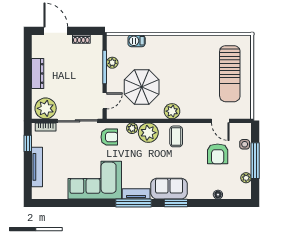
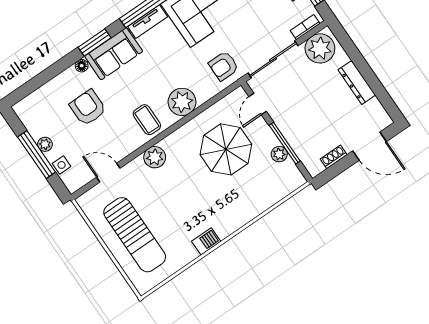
barbecue: (137, 41) -> (206, 241), moved
sun lounger: (230, 74) -> (135, 235), turned 180
plant: (172, 111) -> (155, 157), moved
plant: (132, 128) -> (204, 94), removed
armchair: (218, 154) -> (88, 108), moved
plant: (246, 178) -> (45, 144), moved
floor lamp: (218, 195) -> (82, 66), moved

